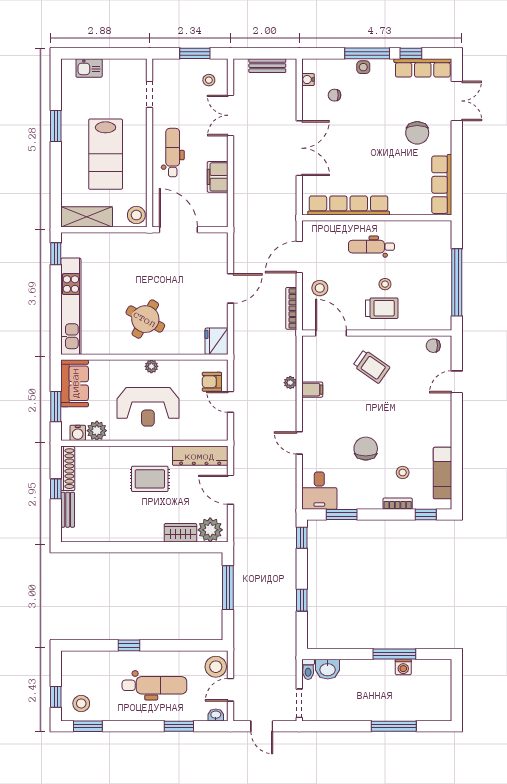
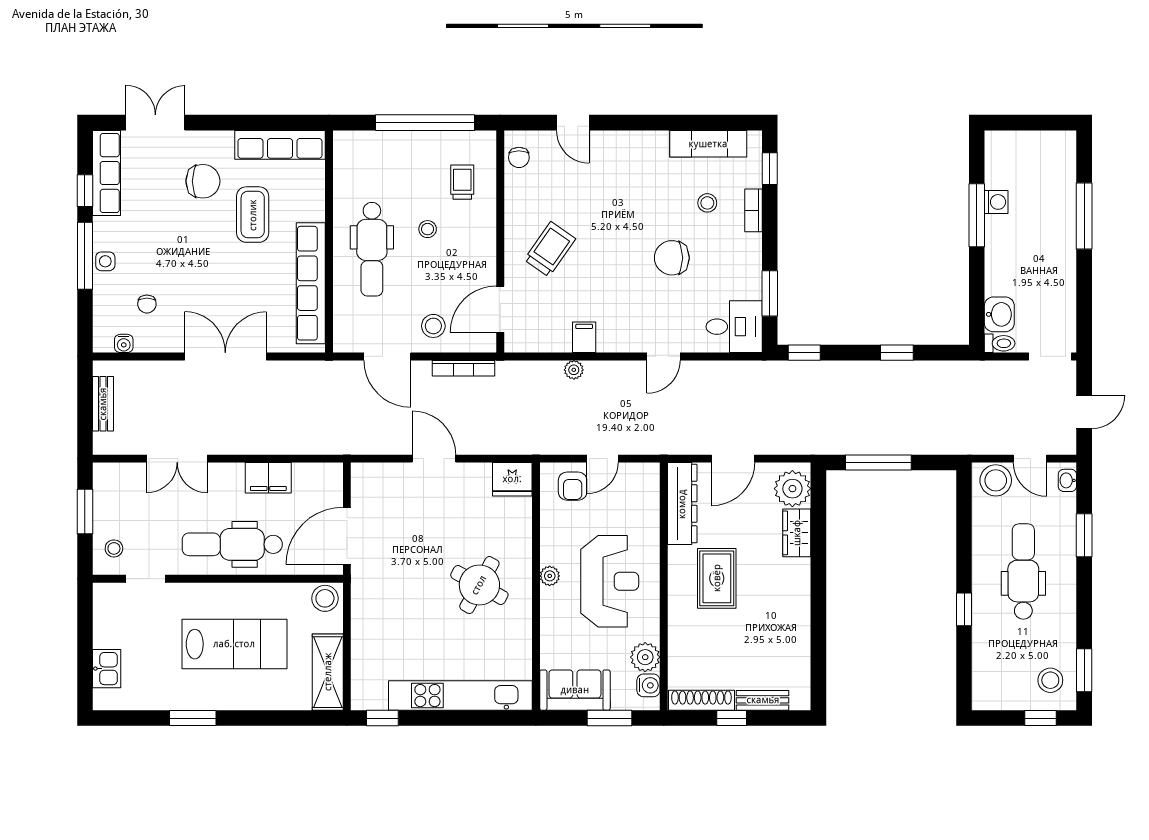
stool: (209, 80) -> (114, 548), moved
dental chair: (173, 153) -> (232, 544), width x1.36, depth x1.38
coffee table: (395, 166) -> (253, 215), added
dental chair: (371, 247) -> (372, 249), width x1.36, depth x1.38
trolley: (382, 308) -> (462, 182), moved, width x0.73, depth x0.72

